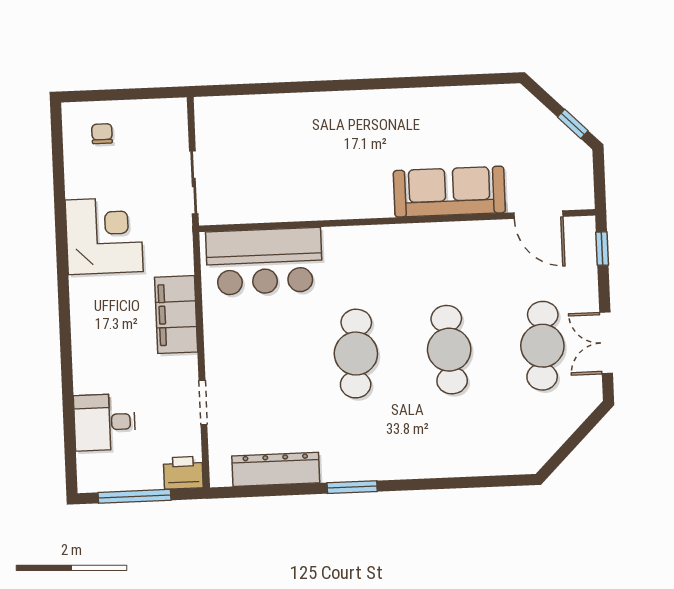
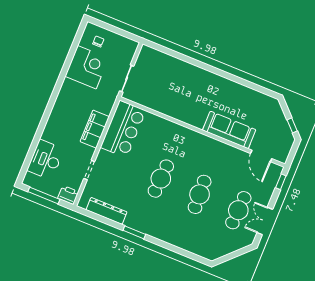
corner desk: (104, 236) -> (87, 67), moved
bar counter: (264, 261) -> (123, 129), moved, turned -90
desk: (105, 422) -> (45, 160), width x1.37

